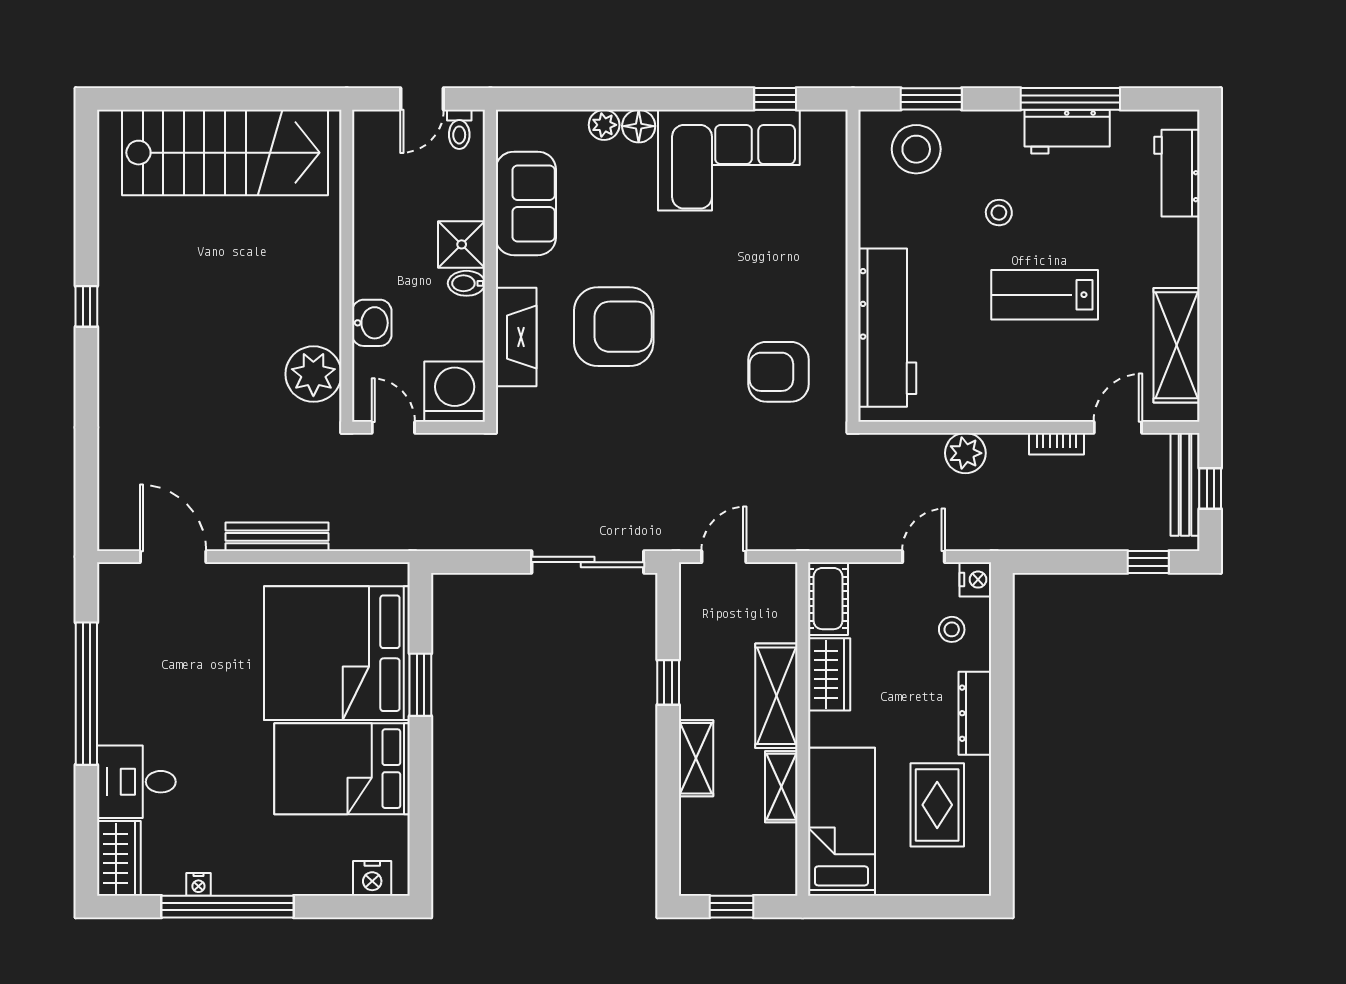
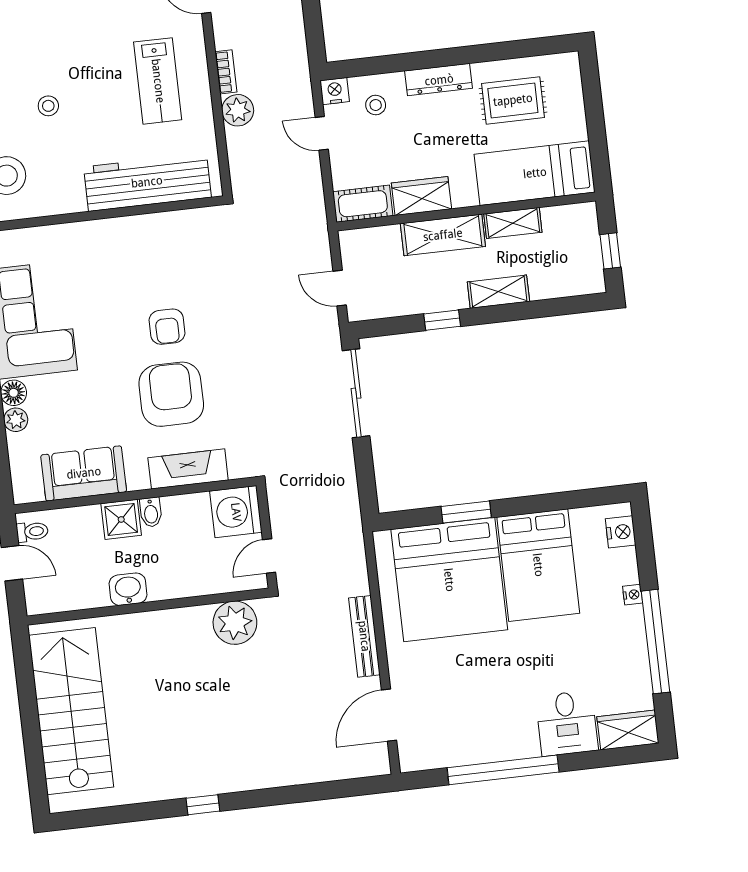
lab bench: (1045, 295) -> (158, 81), moved
washbasin: (372, 323) -> (128, 589), moved
armchair: (779, 372) -> (167, 327), moved, width x0.72, depth x0.72
bookcase: (1057, 444) -> (226, 72), moved
nightstand: (198, 884) -> (633, 595), moved

